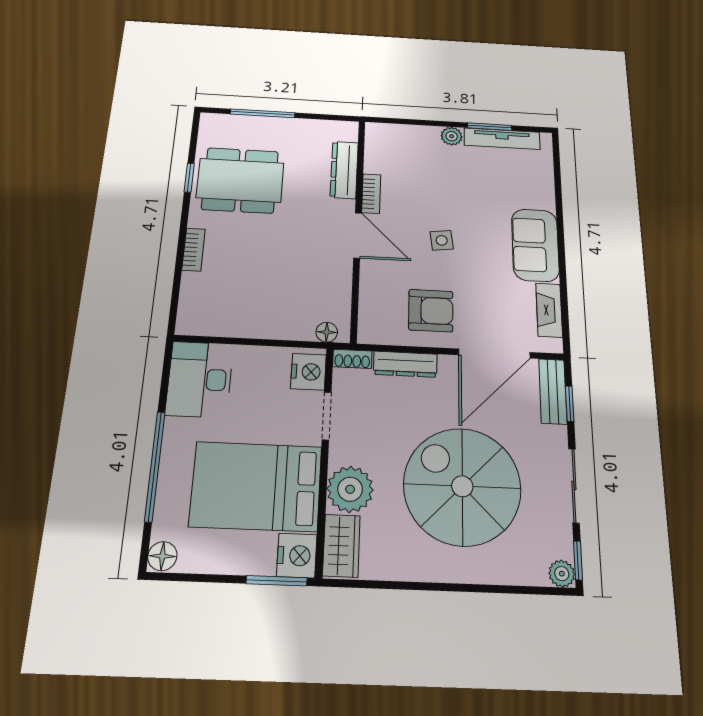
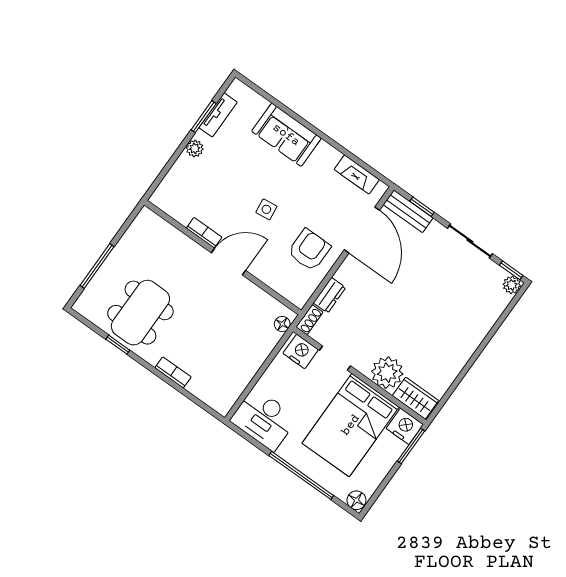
tv unit: (502, 139) -> (218, 115), width x0.71
dresser: (344, 170) -> (175, 239), removed
sofa: (535, 245) -> (286, 135), moved
dresser: (405, 364) -> (329, 295), width x0.70
spiral stairs: (462, 486) -> (428, 307), removed

